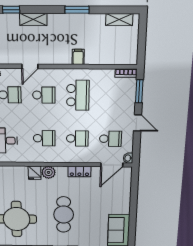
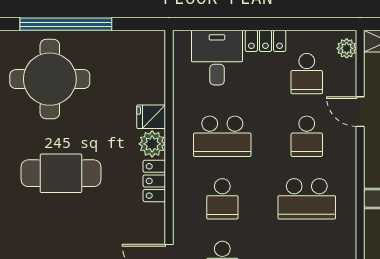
school desk: (44, 138) -> (222, 136), width x1.85
locker: (79, 172) -> (154, 181), moved

